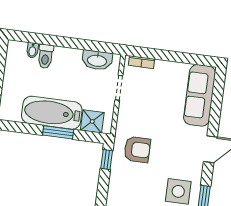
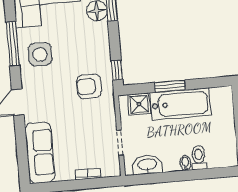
bidet: (32, 50) -> (185, 163), moved
bookcase: (142, 62) -> (88, 174), moved

